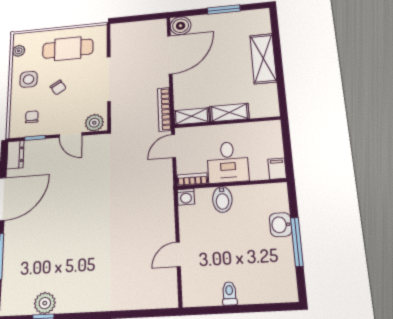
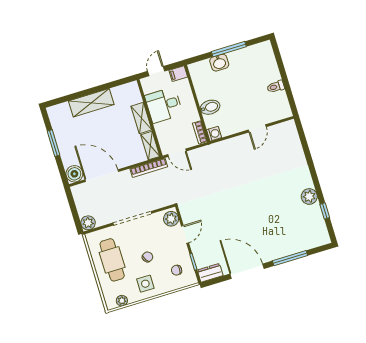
plant: (119, 31) -> (88, 223), added
door: (287, 142) -> (156, 71), added
desk: (228, 162) -> (164, 105), moved, turned 180
door: (178, 254) -> (257, 128), hinge flipped
plant: (45, 303) -> (309, 196), moved

